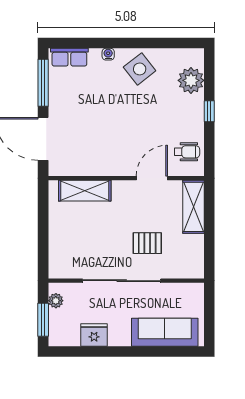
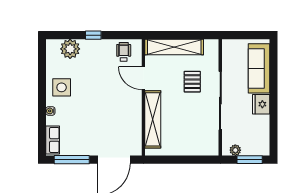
side table: (140, 69) -> (62, 87), turned 38
shelving: (85, 191) -> (153, 119), width x1.47
shelving: (193, 207) -> (174, 47), width x1.47
fridge: (94, 335) -> (261, 104), moved

